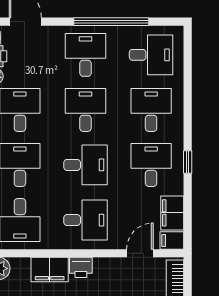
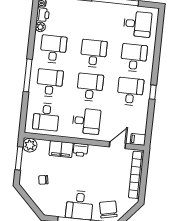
desk: (85, 55) -> (97, 20), removed
desk: (85, 165) -> (90, 87), turned -90
filing cabinet: (172, 213) -> (140, 122), removed

